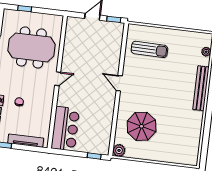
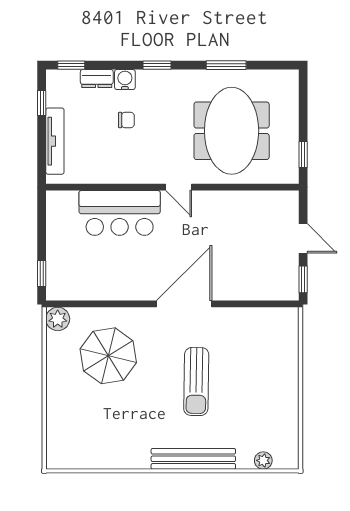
window: (25, 9) -> (303, 155), moved
sun lounger: (149, 49) -> (196, 382), moved
door: (119, 83) -> (184, 304), width x1.87
bar counter: (65, 129) -> (120, 213), moved

